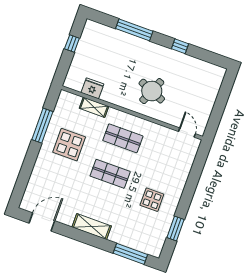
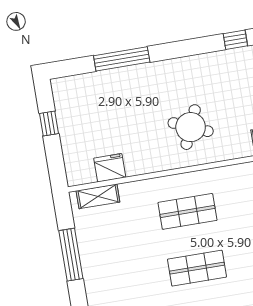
window: (180, 46) -> (235, 40), moved
shelving: (94, 107) -> (98, 196), moved
display table: (69, 145) -> (121, 260), removed

